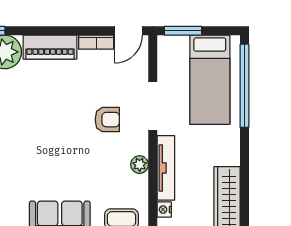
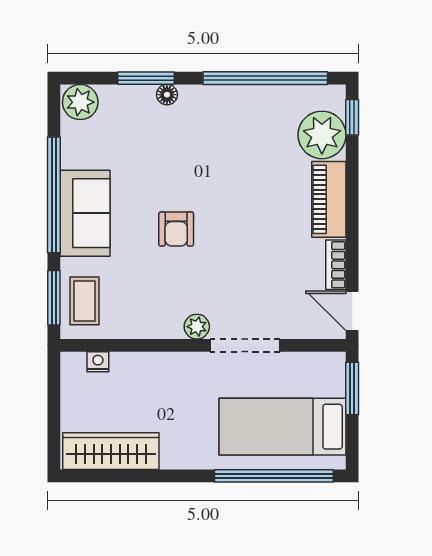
armchair: (107, 120) -> (176, 229), moved
plant: (140, 165) -> (197, 327), moved
tv unit: (166, 168) -> (157, 364), removed

